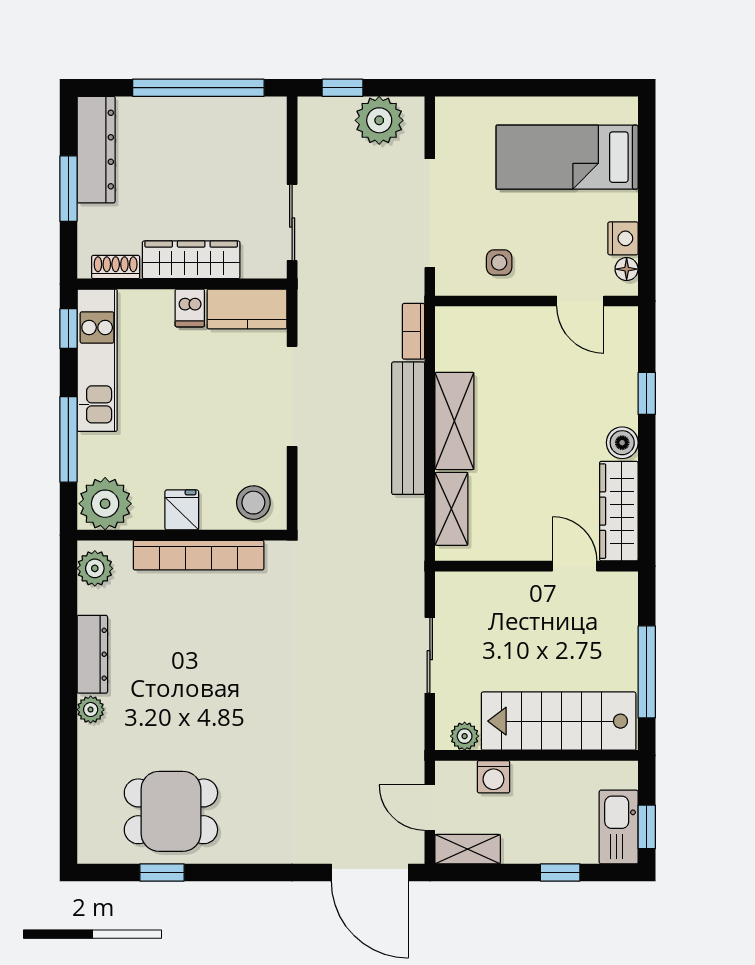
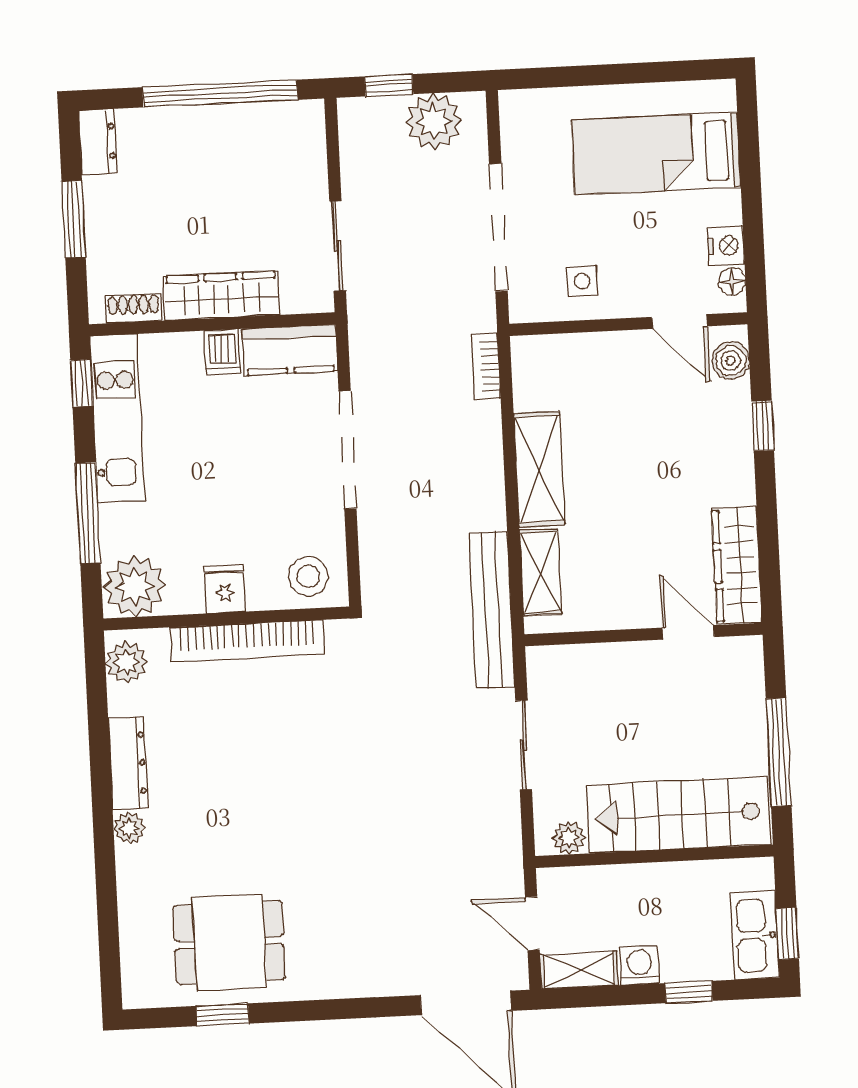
dresser: (96, 150) -> (98, 141), width x0.51, depth x0.80
bench: (408, 428) -> (492, 610), moved
boiler: (622, 443) -> (731, 361), moved
washing machine: (493, 777) -> (639, 965), moved, turned 180

